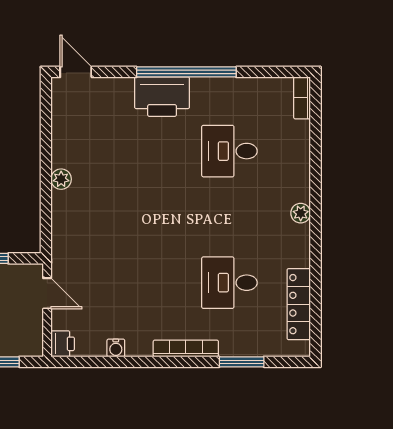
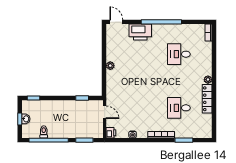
printer: (162, 97) -> (140, 32), moved
locker: (299, 304) -> (207, 99), moved

